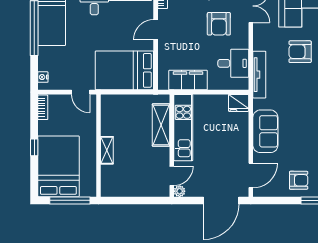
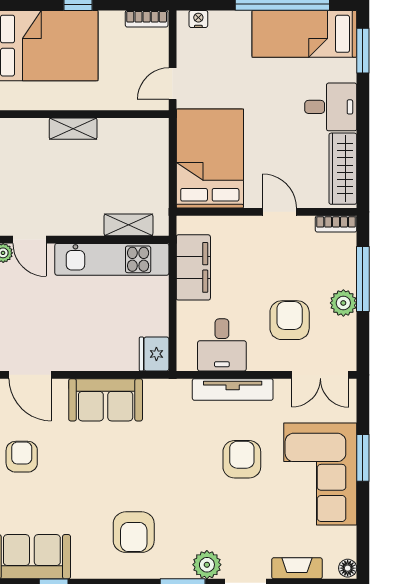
armchair: (219, 24) -> (290, 320), turned 90
tv unit: (259, 75) -> (233, 389), moved
shelving: (161, 125) -> (128, 225), width x0.67, depth x0.75
armchair: (299, 180) -> (22, 457), turned 180

